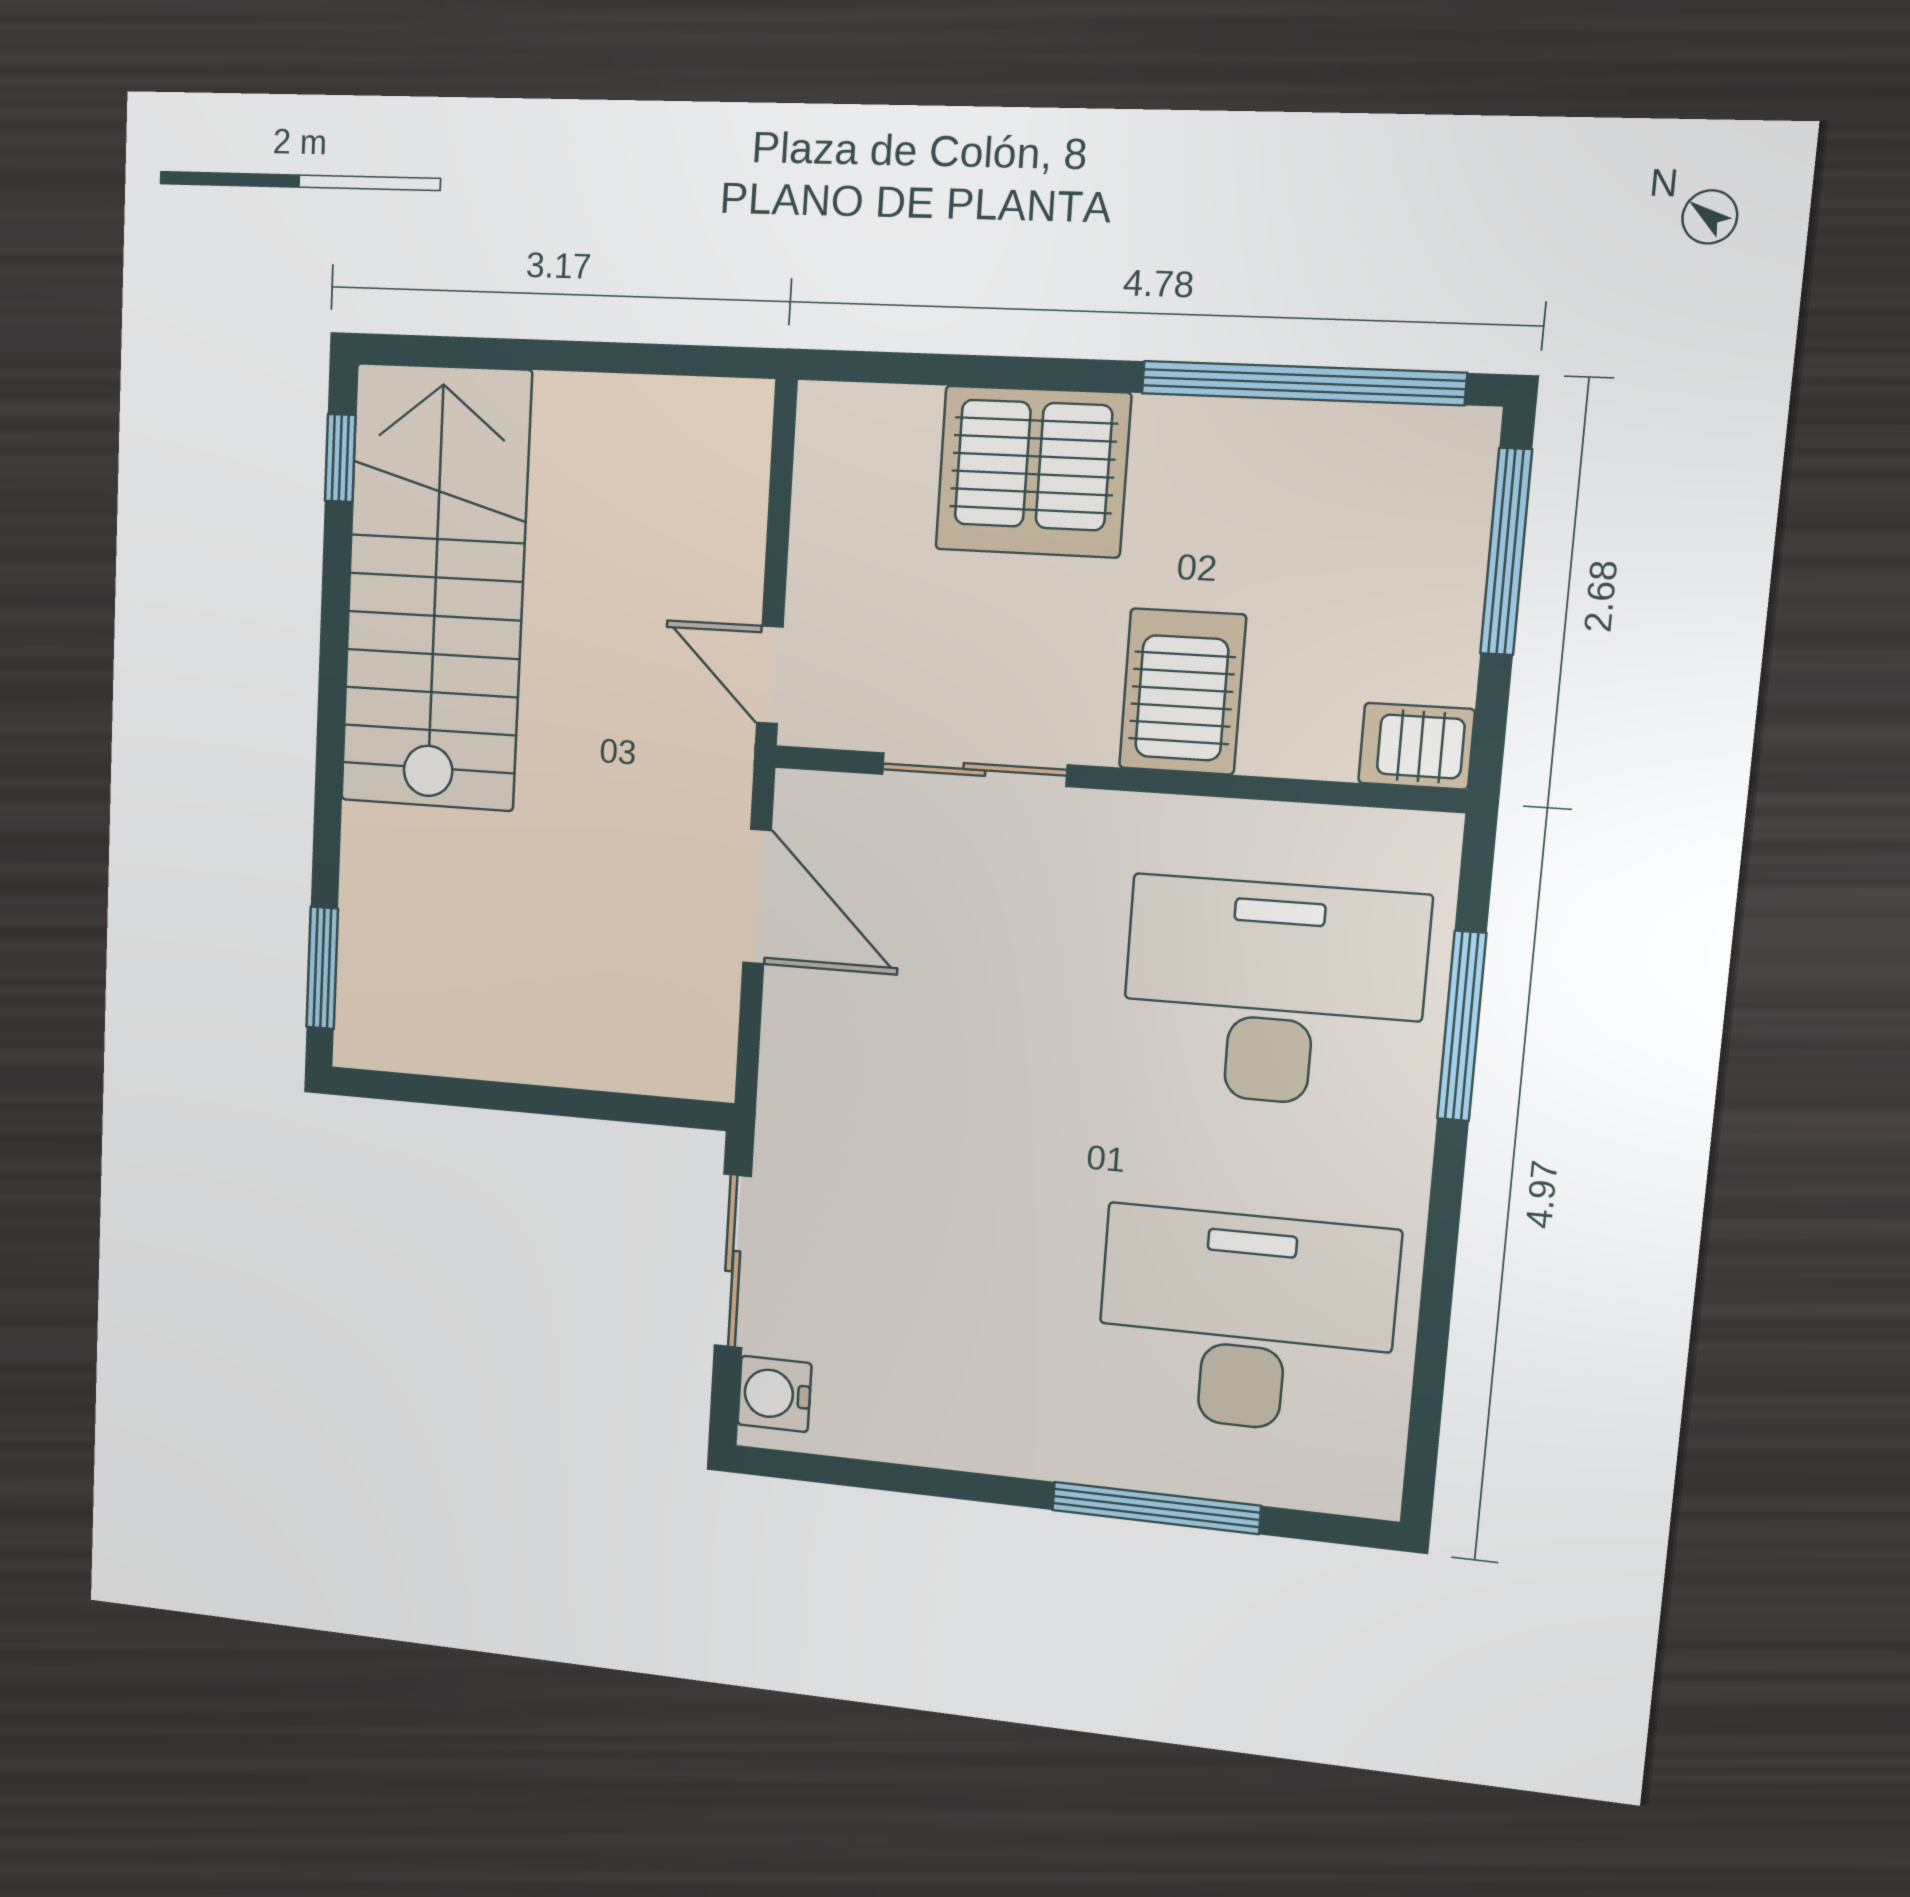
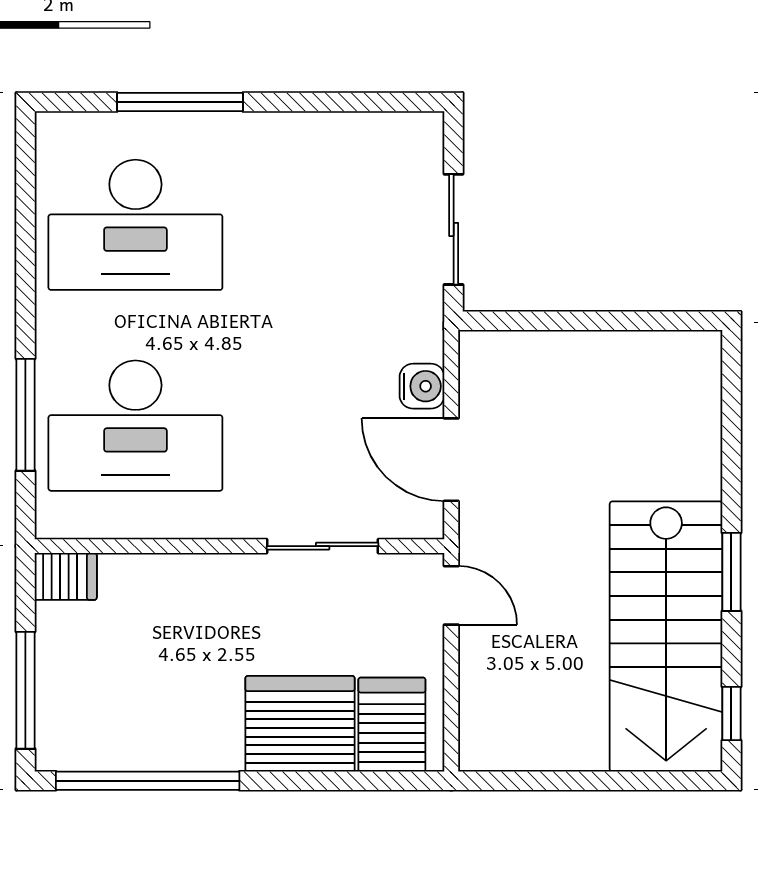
server rack: (1182, 691) -> (392, 725), moved, turned 180
window: (322, 968) -> (731, 572), moved
water cooler: (774, 1394) -> (422, 386), moved

